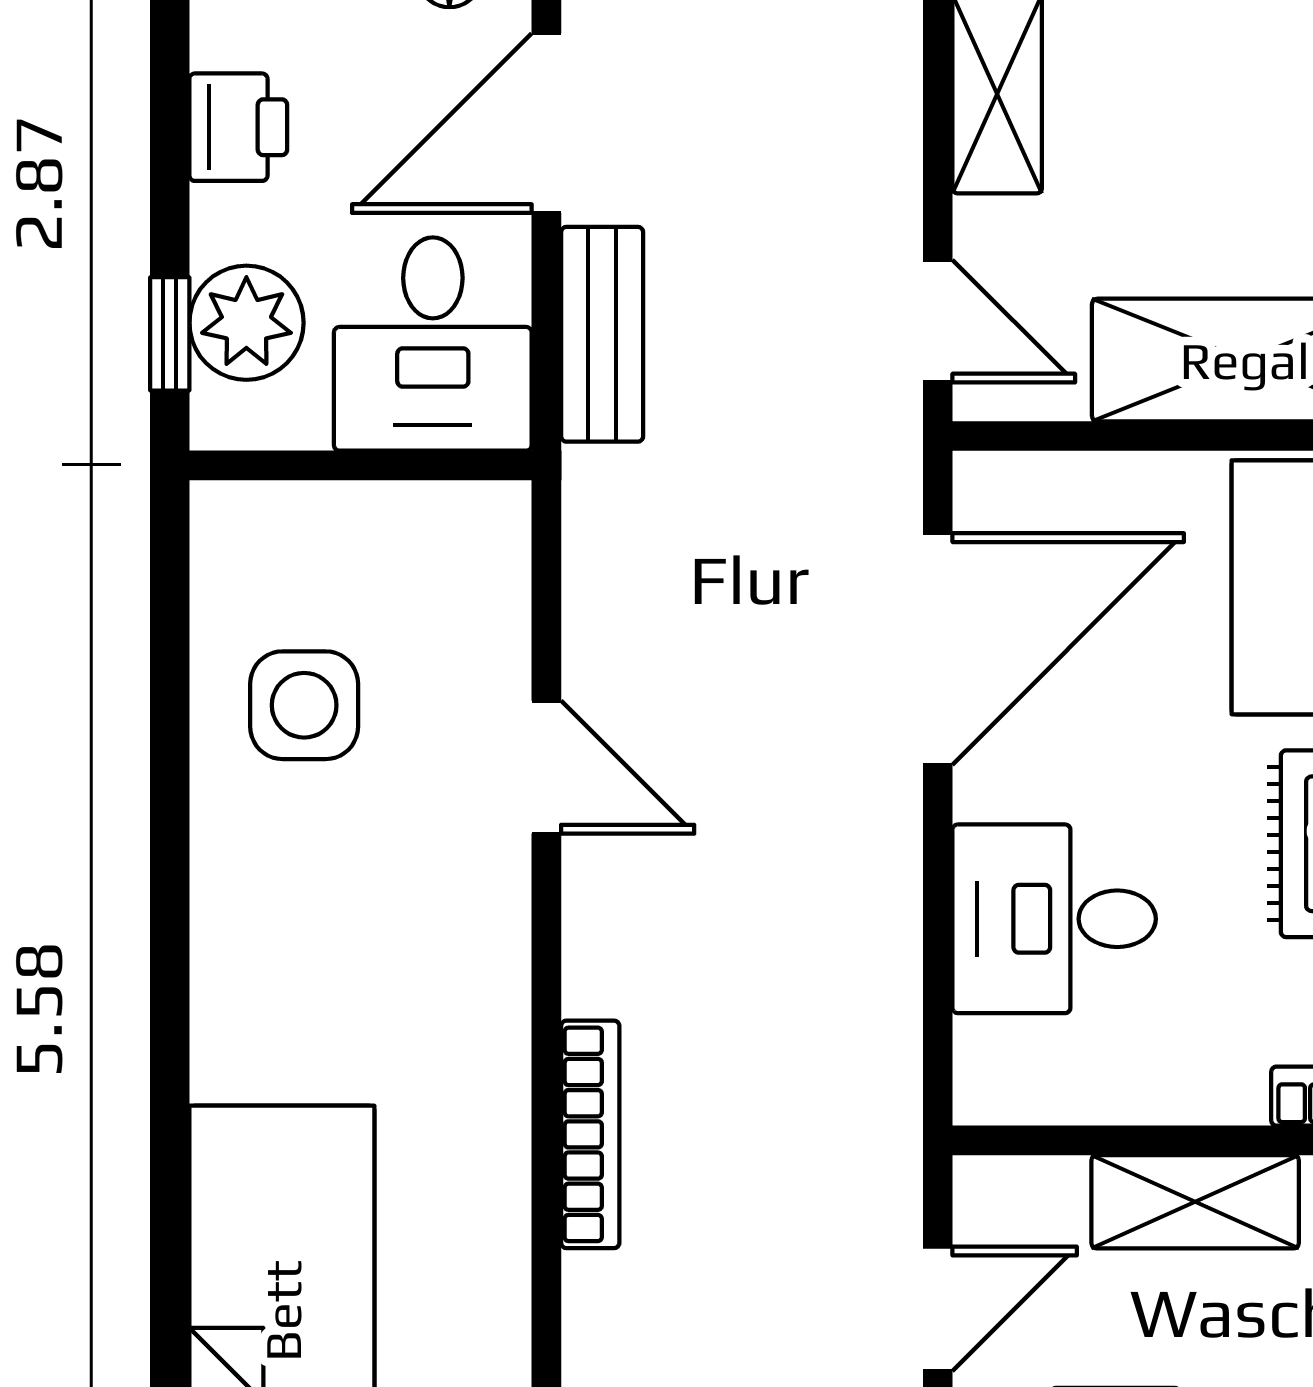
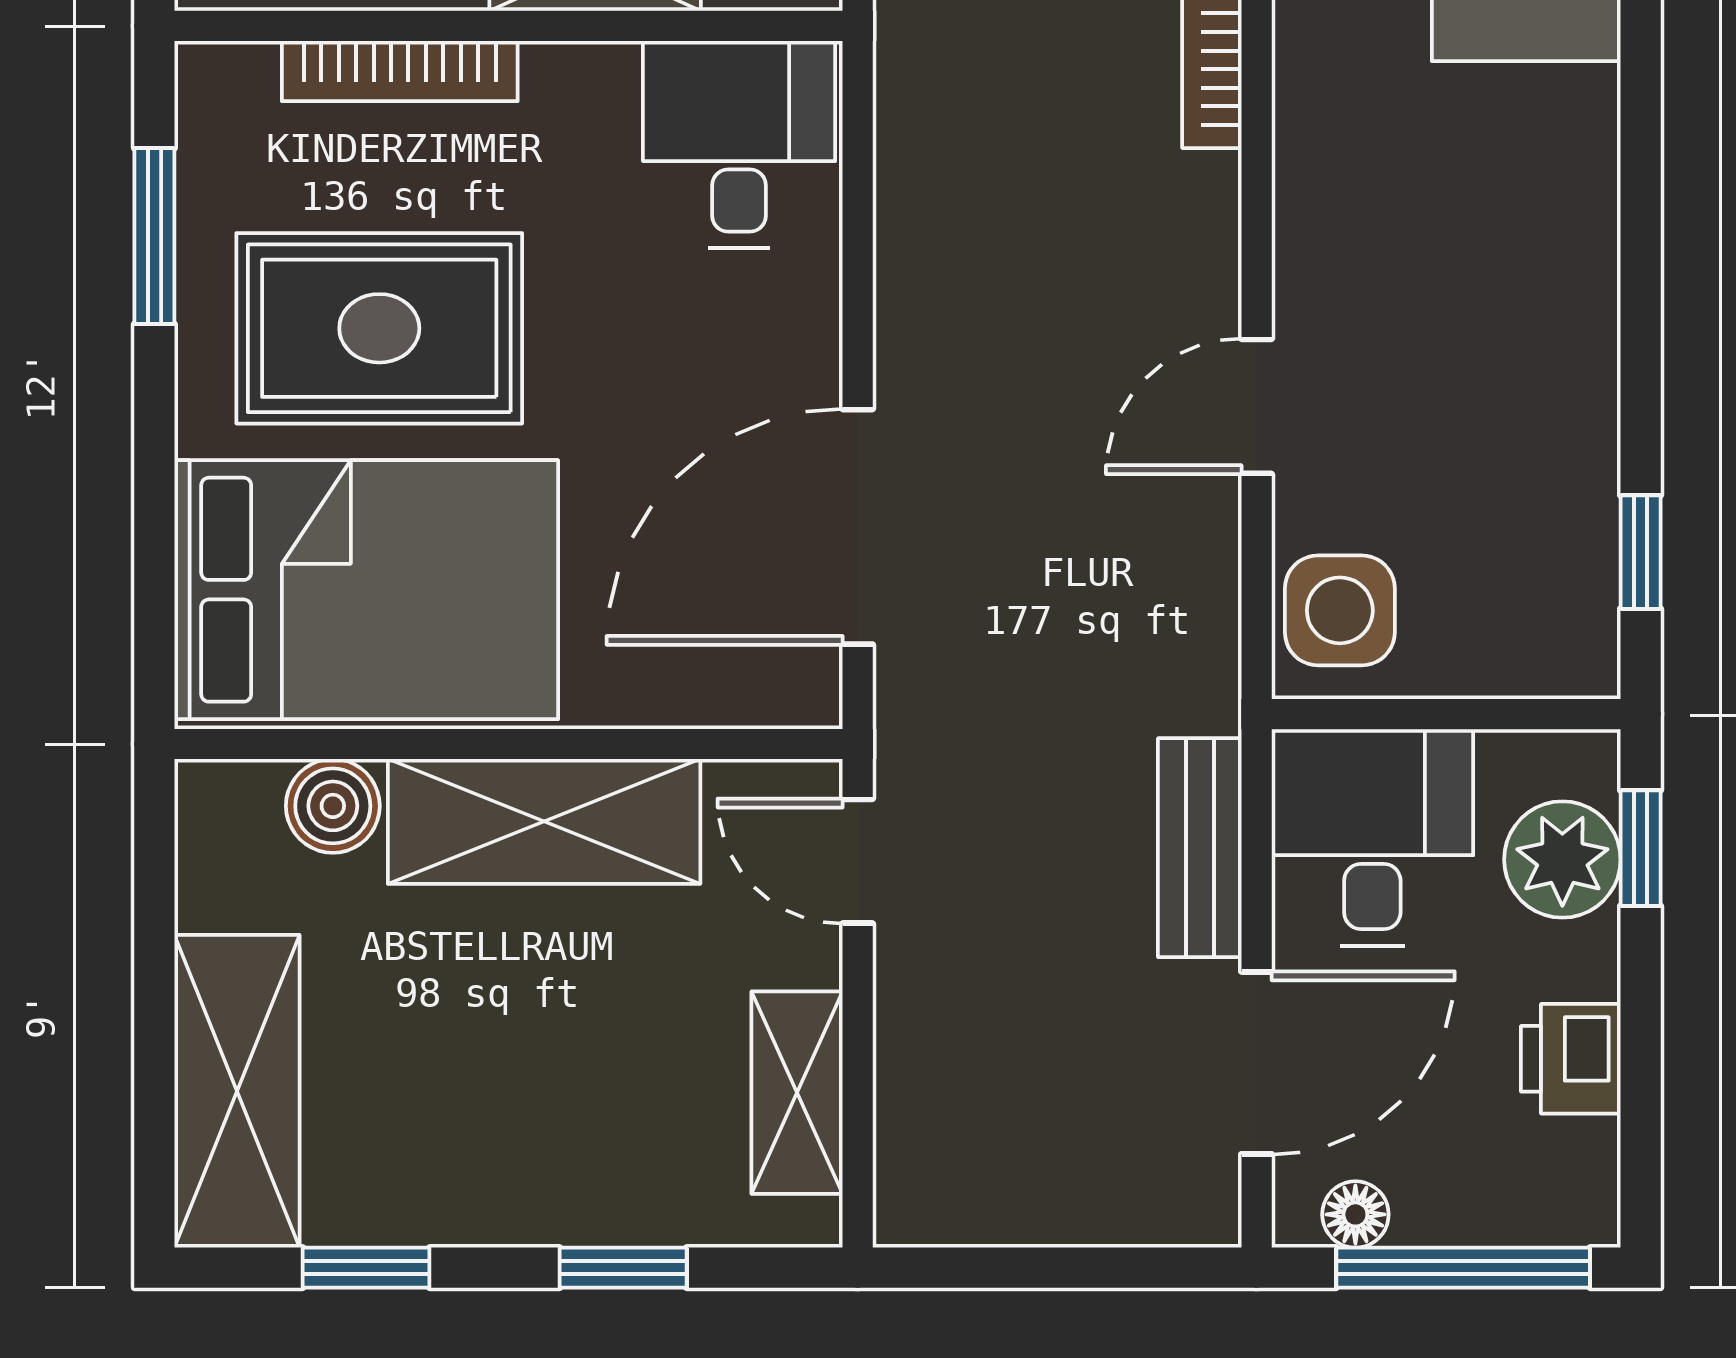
window: (170, 624) -> (1641, 552), added
side table: (304, 705) -> (1340, 610), moved
door: (546, 767) -> (1257, 406), hinge flipped
desk: (1054, 919) -> (739, 145), moved, turned -90

